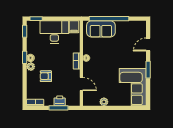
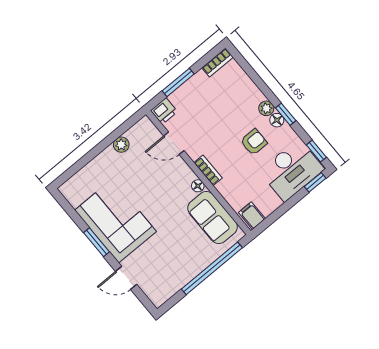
sofa: (101, 29) -> (213, 218), moved, turned -90
desk: (54, 32) -> (292, 170), moved
door: (148, 45) -> (126, 278), swing flipped
armchair: (46, 76) -> (254, 142), moved
corner sofa: (133, 87) -> (116, 221), moved
printer: (60, 101) -> (164, 111), moved

